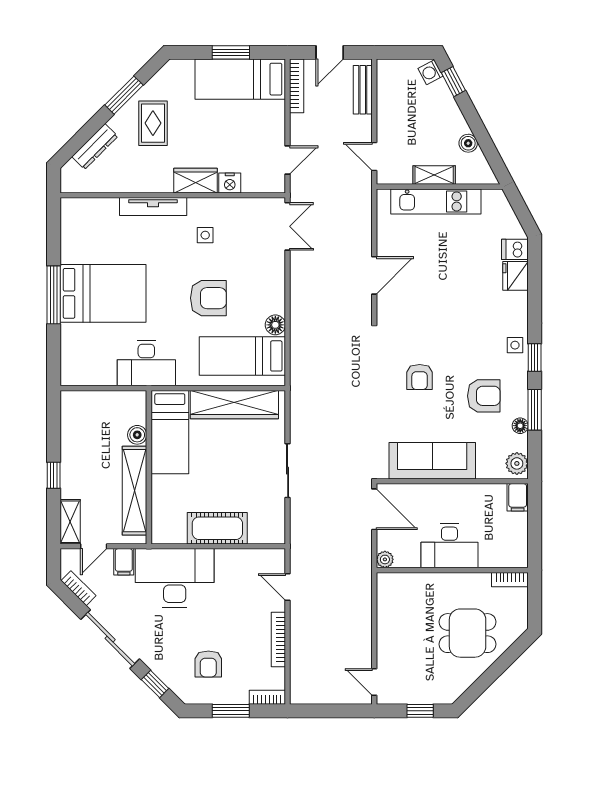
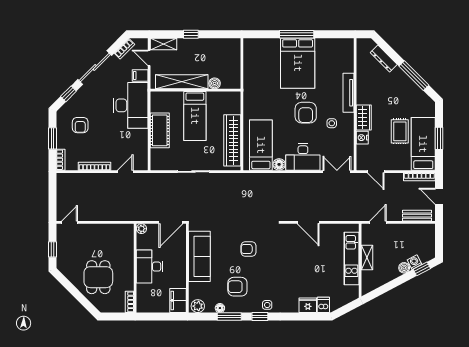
washing machine: (430, 72) -> (415, 262), moved
window: (124, 95) -> (414, 76), width x1.44
rug: (153, 123) -> (400, 131), moved, turned 90
boiler: (468, 143) -> (404, 268), moved
double door: (288, 226) -> (337, 172), swing flipped
armchair: (208, 298) -> (306, 113), moved
desk: (146, 363) -> (303, 157), moved, turned -90
armchair: (484, 396) -> (237, 287), turned 90
bed: (170, 432) -> (195, 116), moved, turned -90
filing cabinet: (518, 497) -> (178, 300), width x2.00
armchair: (208, 664) -> (80, 125), turned -90

